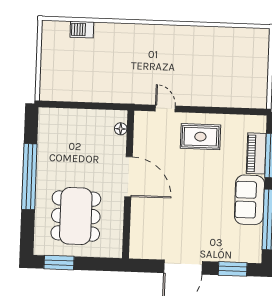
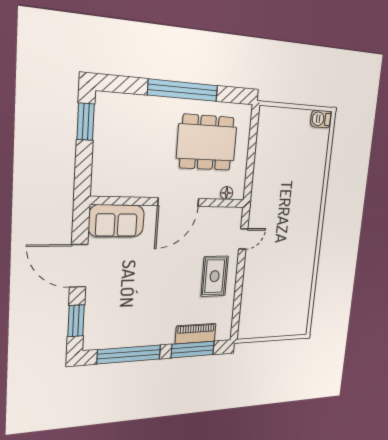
barbecue: (82, 30) -> (321, 119), moved, turned -90
sofa: (249, 200) -> (116, 221), moved, turned 180
dining table: (76, 216) -> (207, 143), moved

